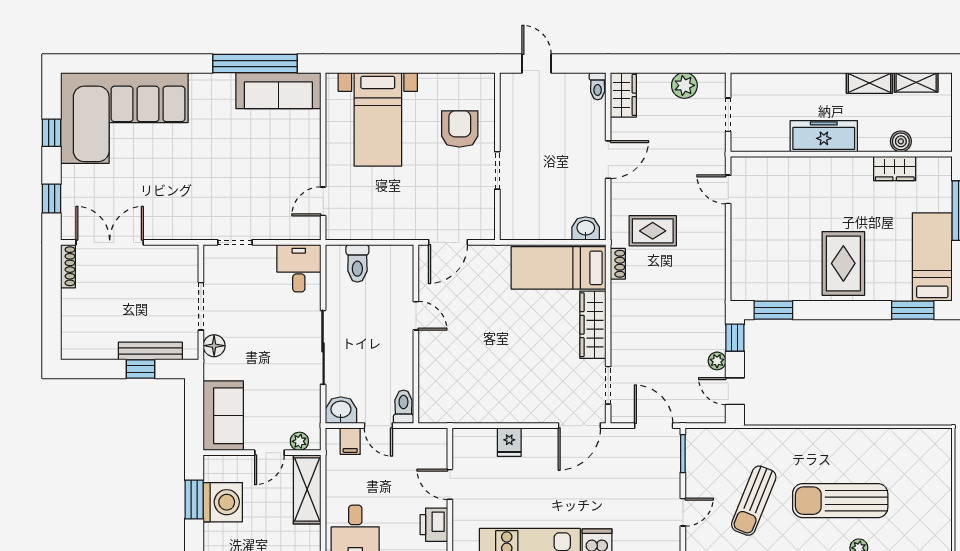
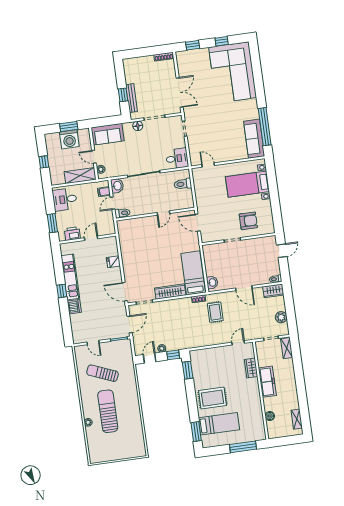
shelving: (869, 83) -> (287, 348), moved
wardrobe: (895, 169) -> (251, 368), moved
double door: (110, 242) -> (180, 92), moved
bed: (932, 257) -> (219, 424), moved

